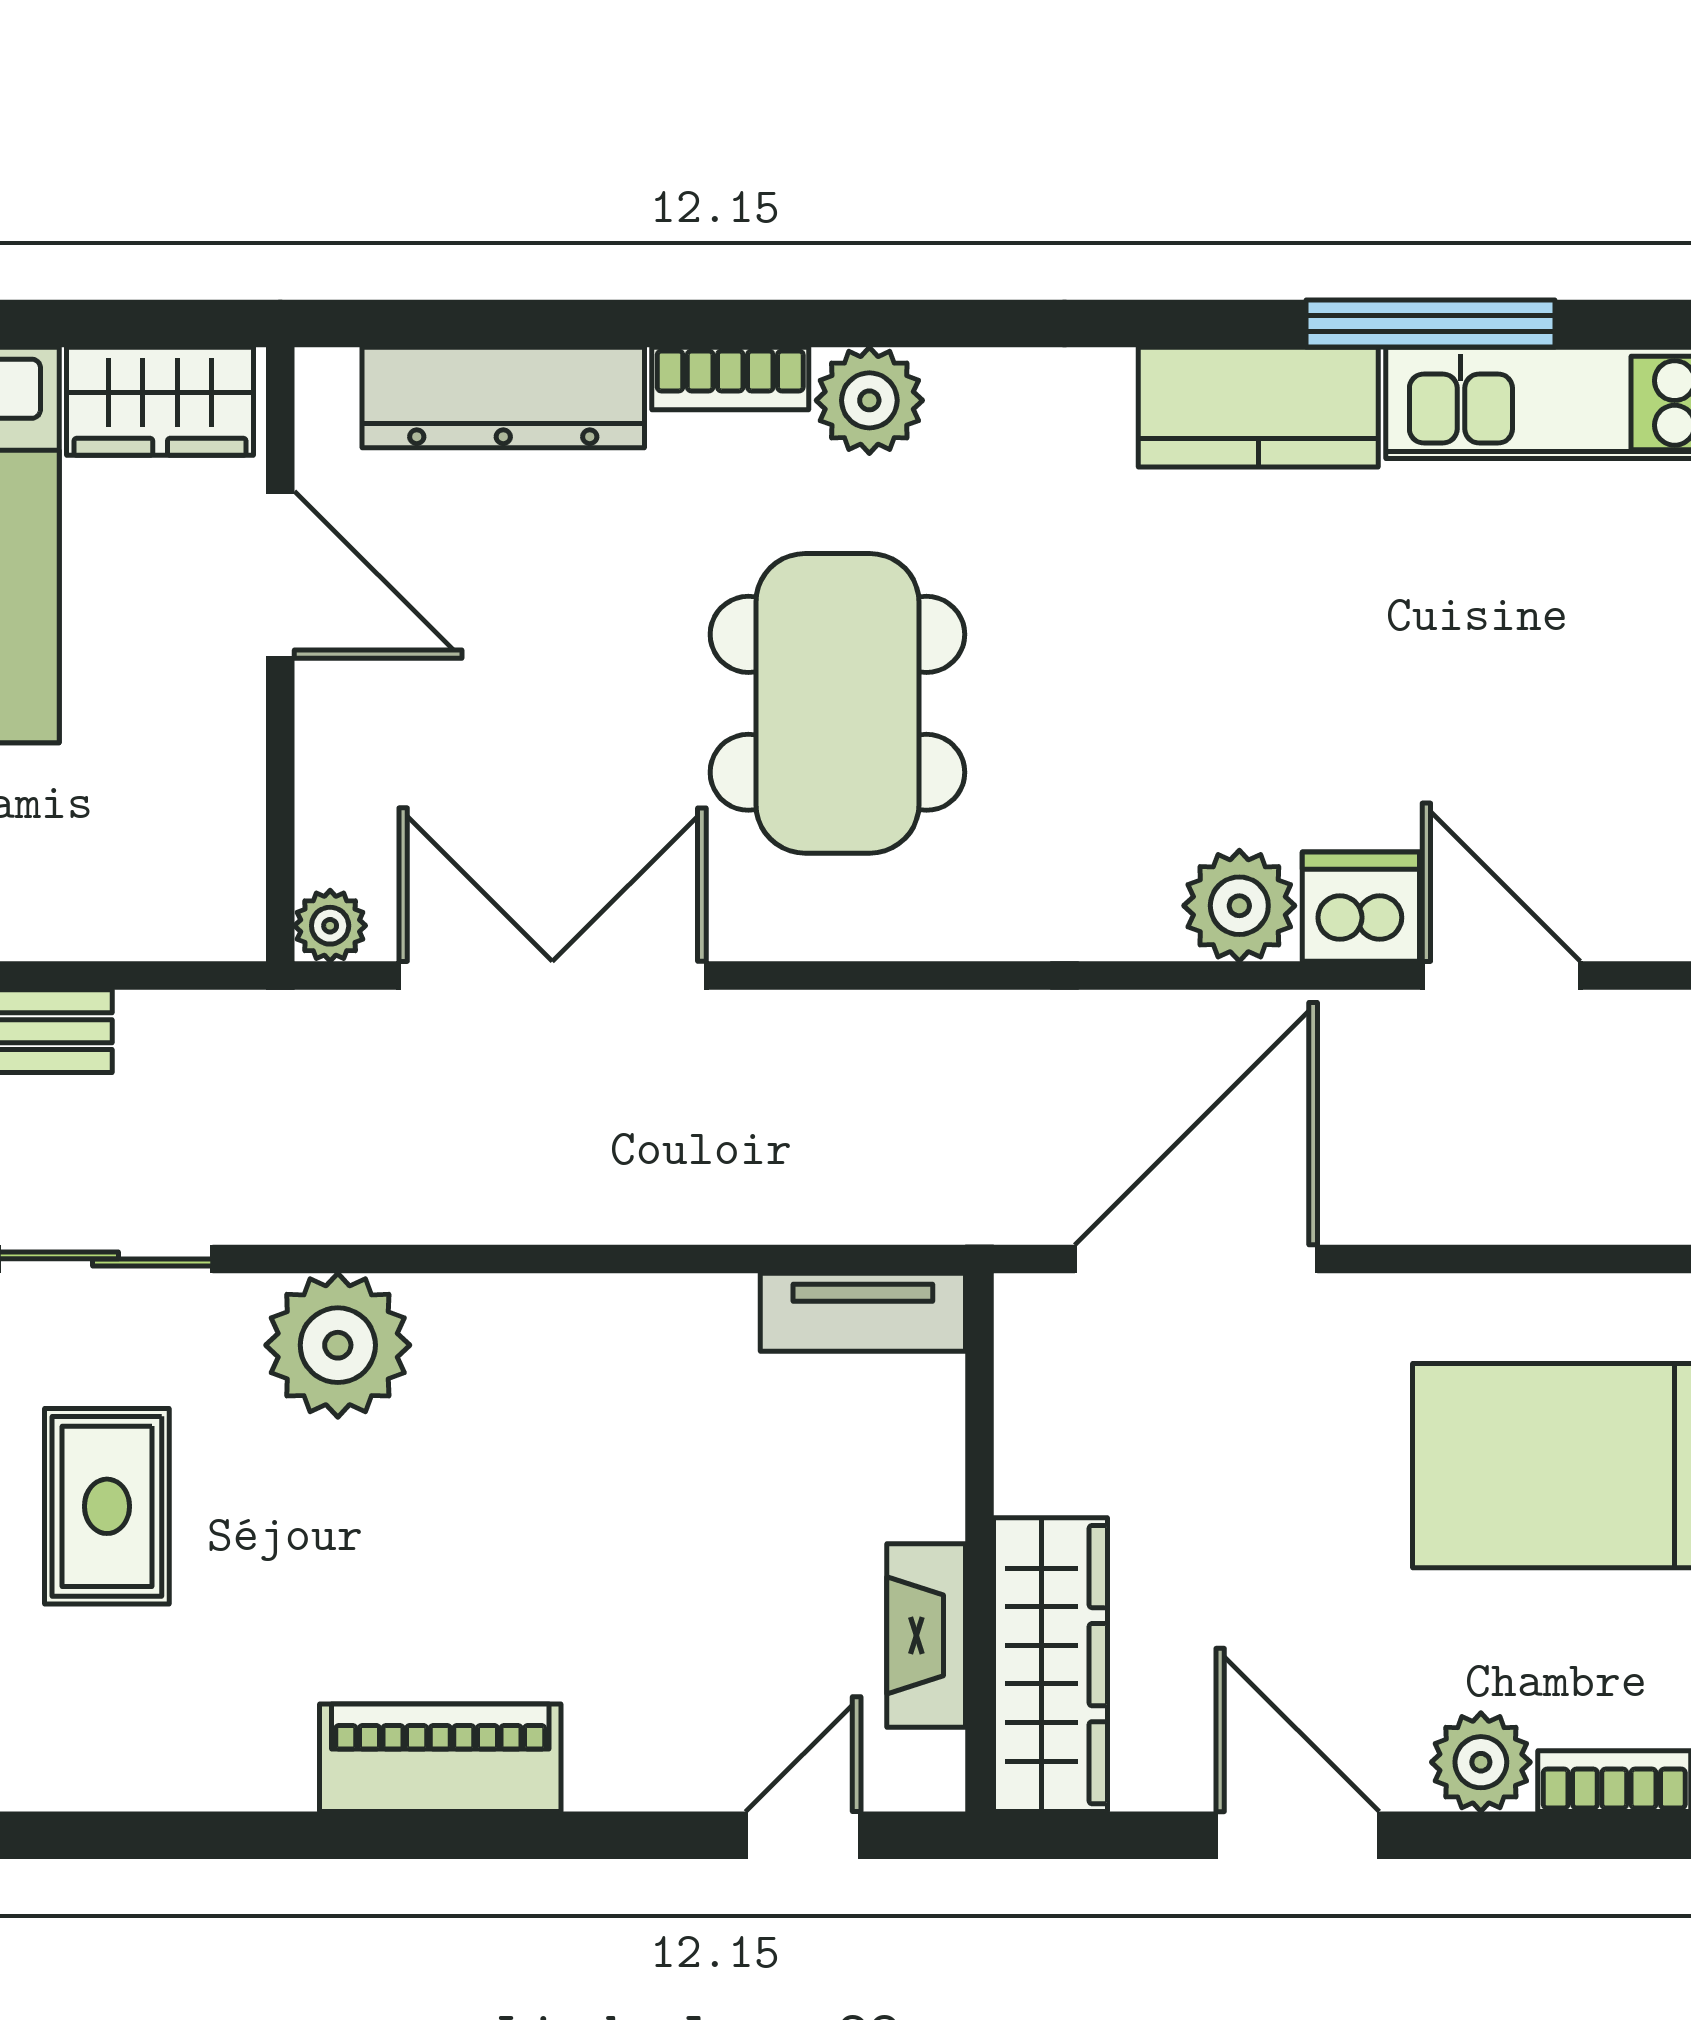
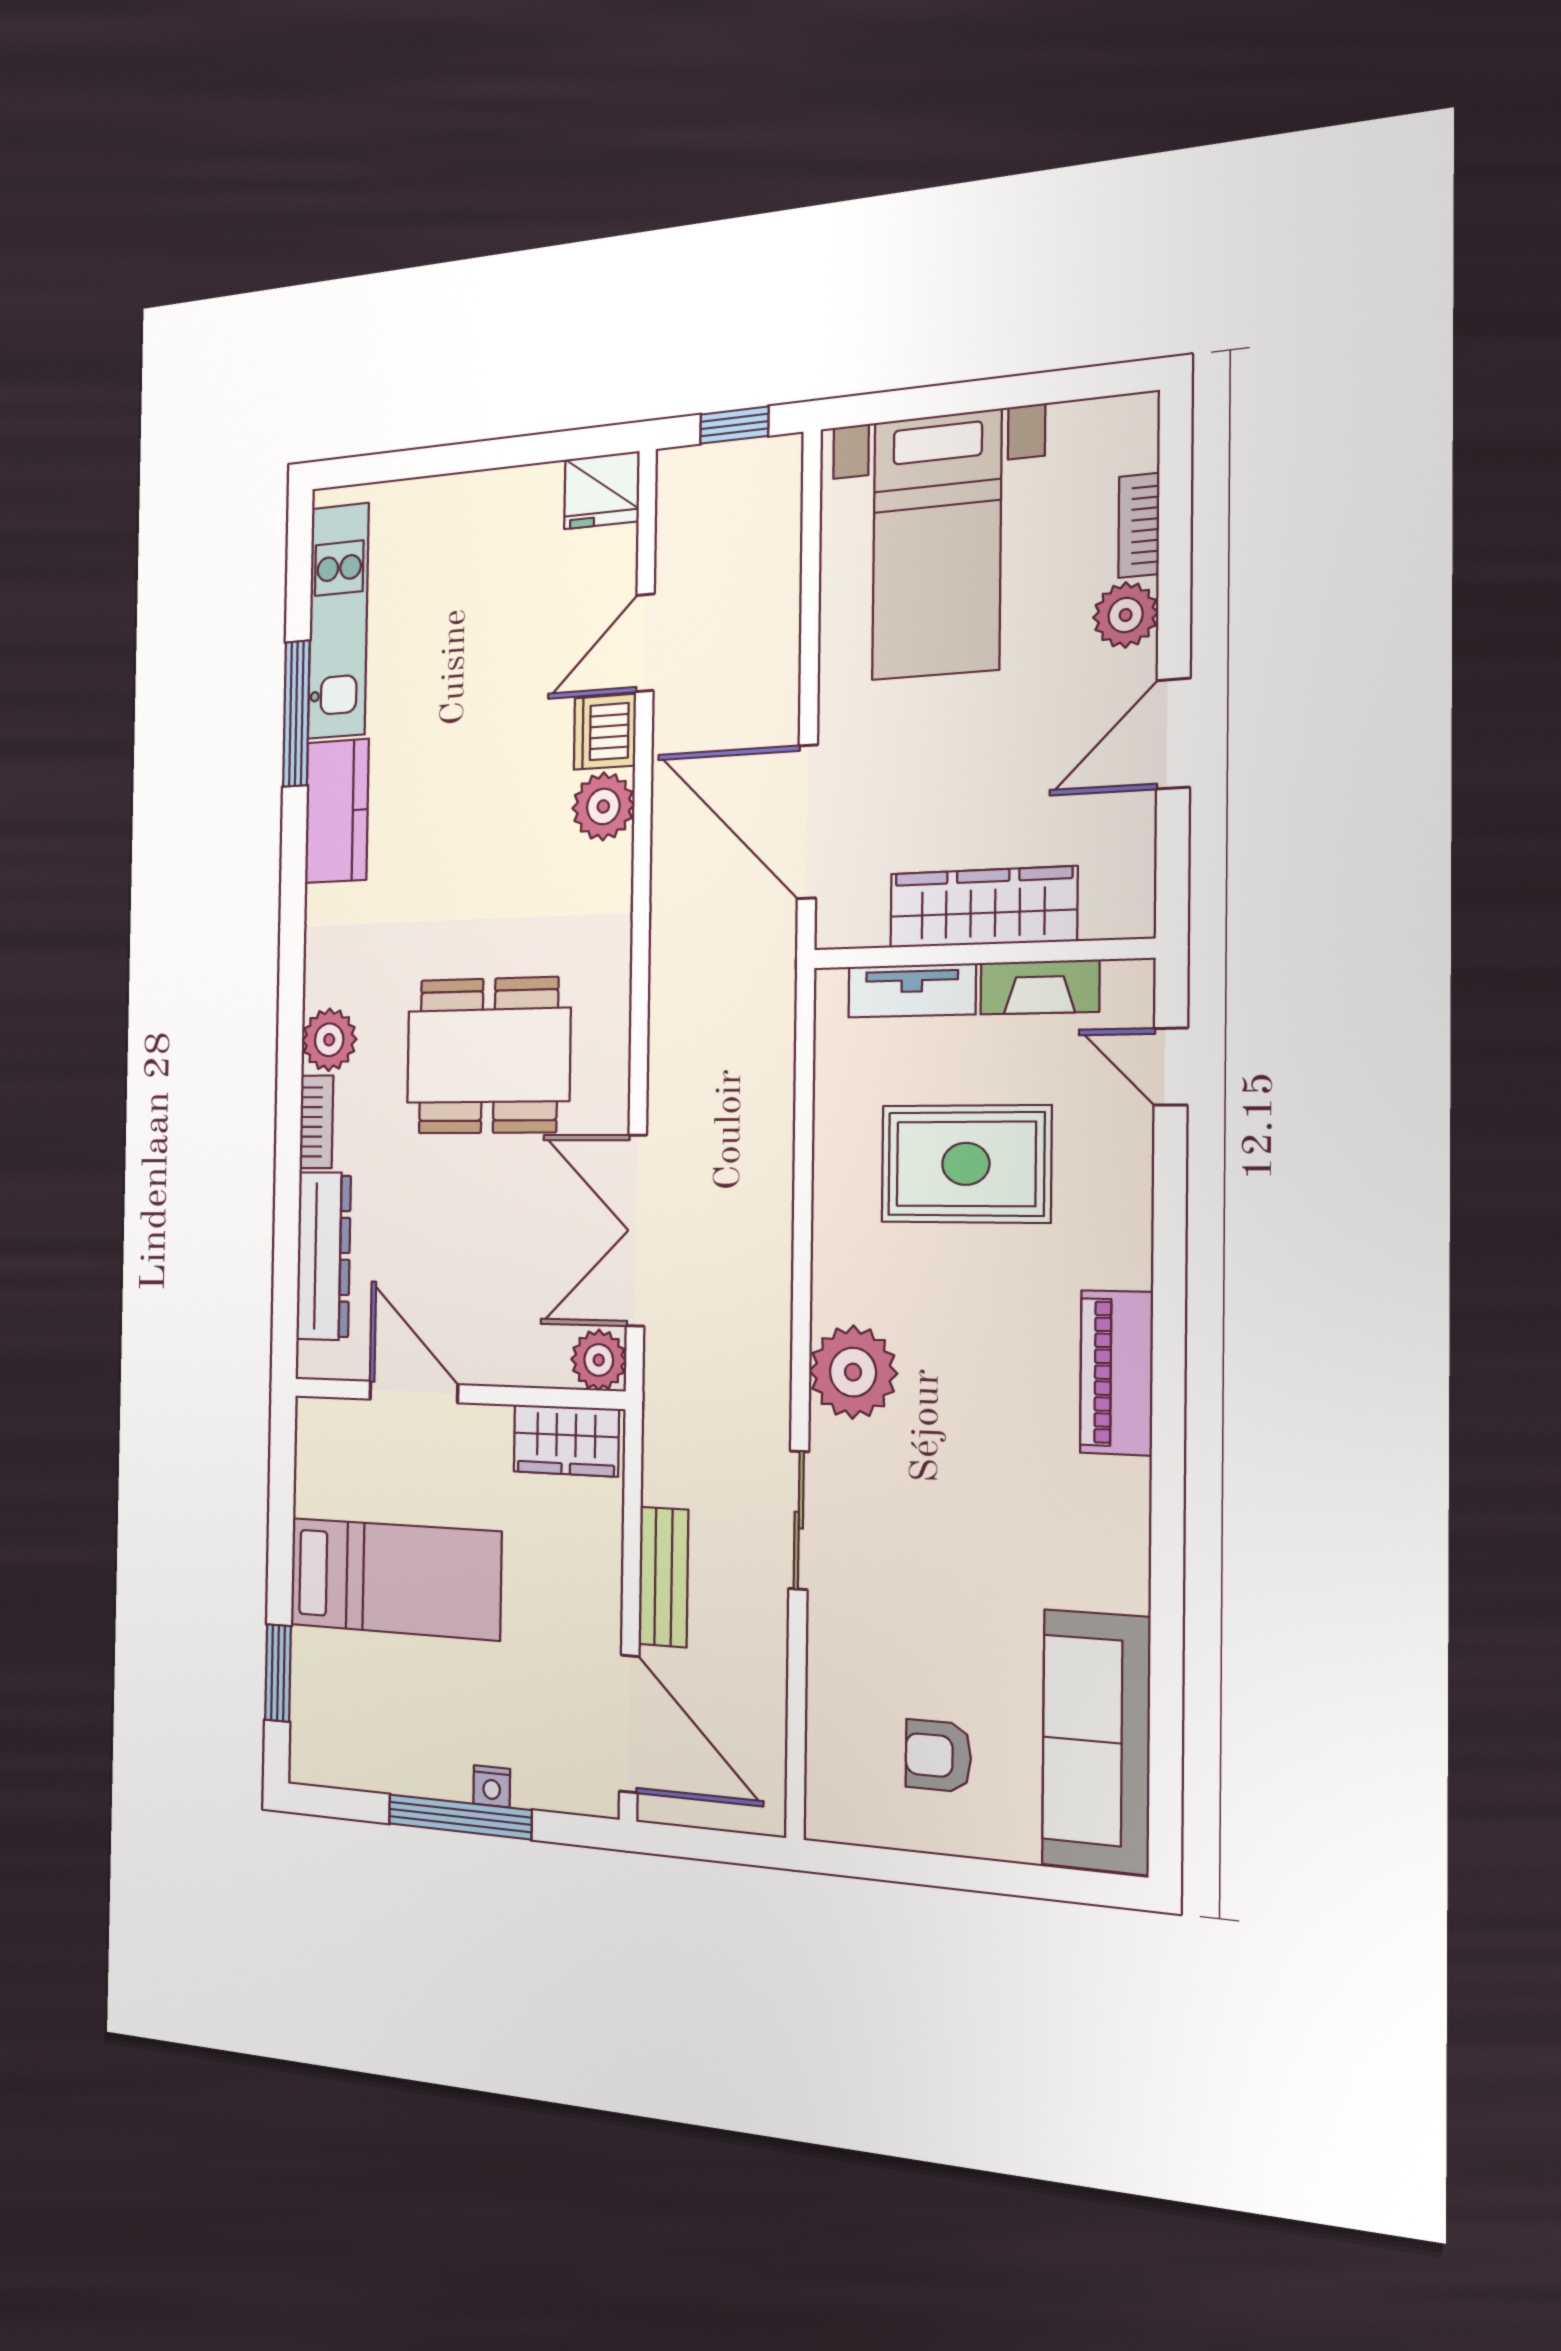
wardrobe: (160, 401) -> (566, 1440), moved, turned 90
door: (280, 575) -> (414, 1392), hinge flipped
plant: (330, 926) -> (599, 1360), width x1.38, depth x1.38
tv unit: (863, 1312) -> (912, 991), moved, turned 90
rug: (107, 1506) -> (966, 1164), moved, width x1.36, depth x1.43
wardrobe: (1051, 1665) -> (983, 907), moved
piano: (440, 1758) -> (1116, 1373), moved

